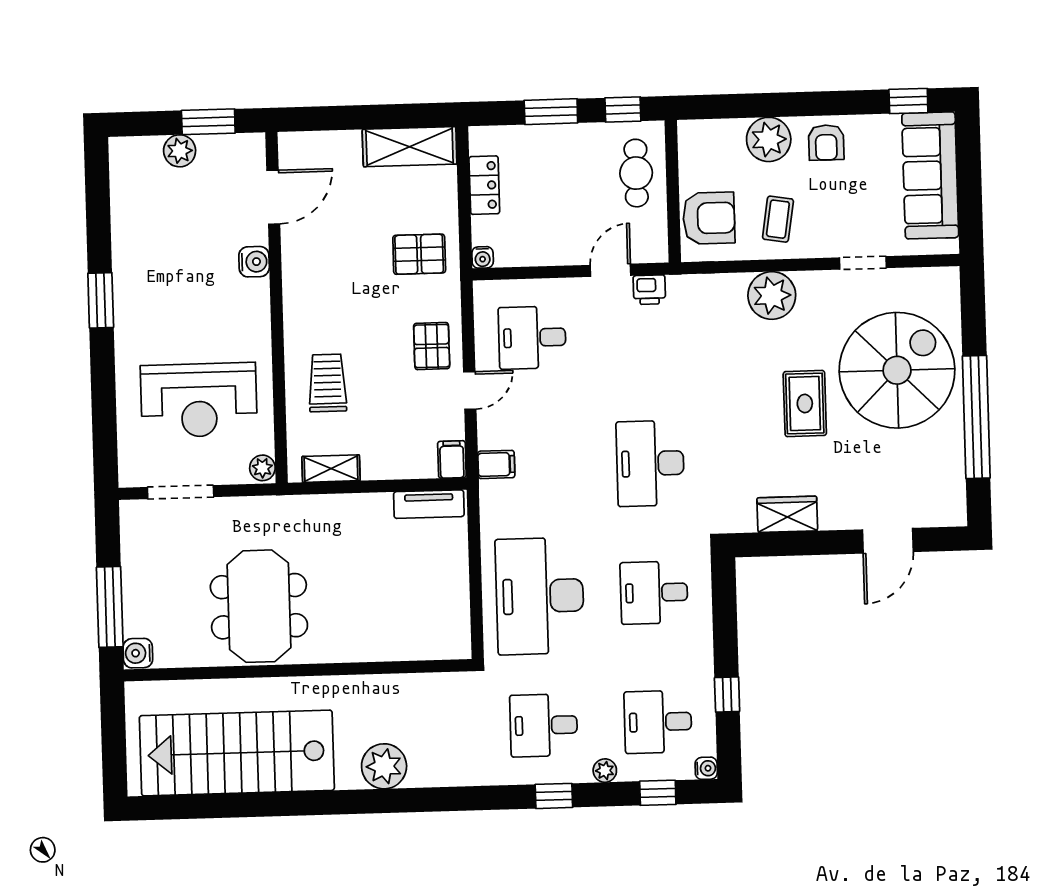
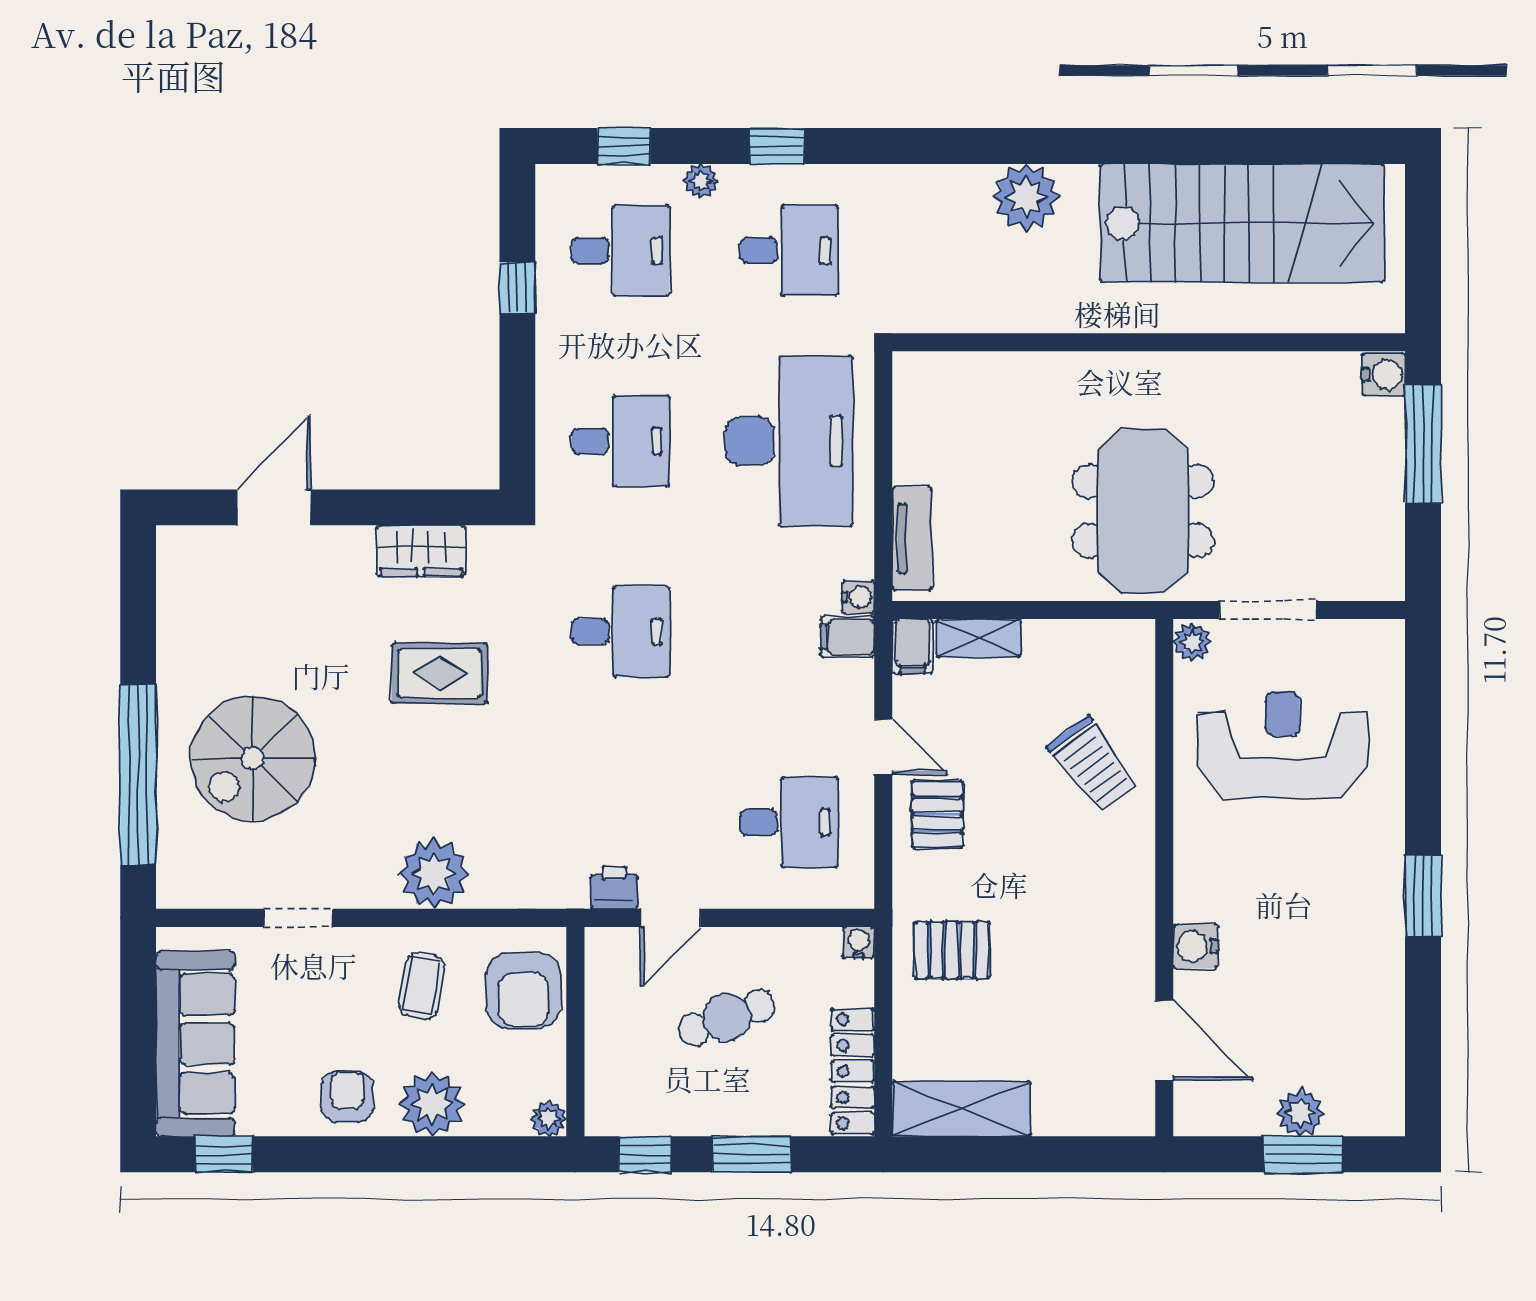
window: (208, 122) -> (1303, 1154), moved
plant: (689, 132) -> (549, 1119), added
cafe table: (636, 173) -> (727, 1018), moved, turned 70
locker: (484, 185) -> (853, 1071), width x1.53
door: (273, 197) -> (1164, 1040), swing flipped
armchair: (709, 218) -> (523, 990), turned -90
spiral stairs: (897, 370) -> (253, 758), width x0.73, depth x0.73
trolley: (327, 383) -> (1093, 764), turned -37
door: (470, 390) -> (883, 747), swing flipped
rug: (805, 404) -> (440, 673), moved, turned 90
window: (976, 417) -> (138, 775), moved
desk: (650, 463) -> (621, 632), width x0.73
shelving: (331, 469) -> (979, 638), moved
doorway: (181, 492) -> (1268, 610), moved
tv unit: (429, 504) -> (912, 538), moved, turned 90
meeting table: (259, 606) -> (1143, 511), moved
water cooler: (706, 768) -> (858, 597), moved, turned 180

